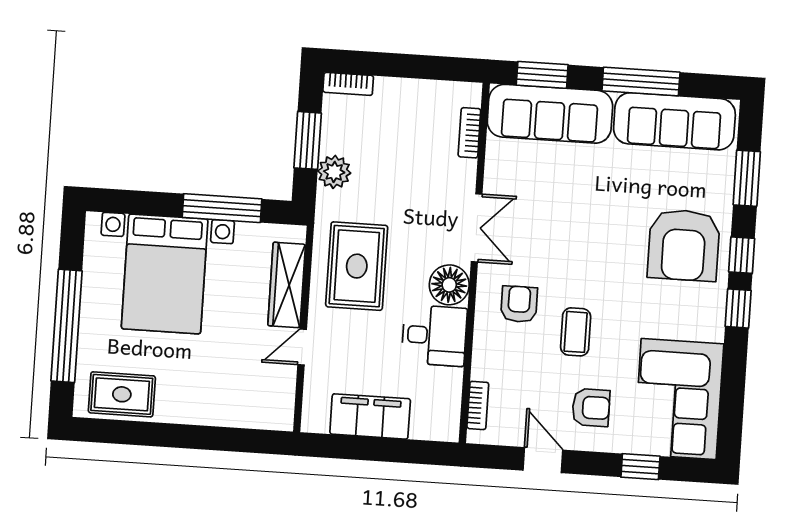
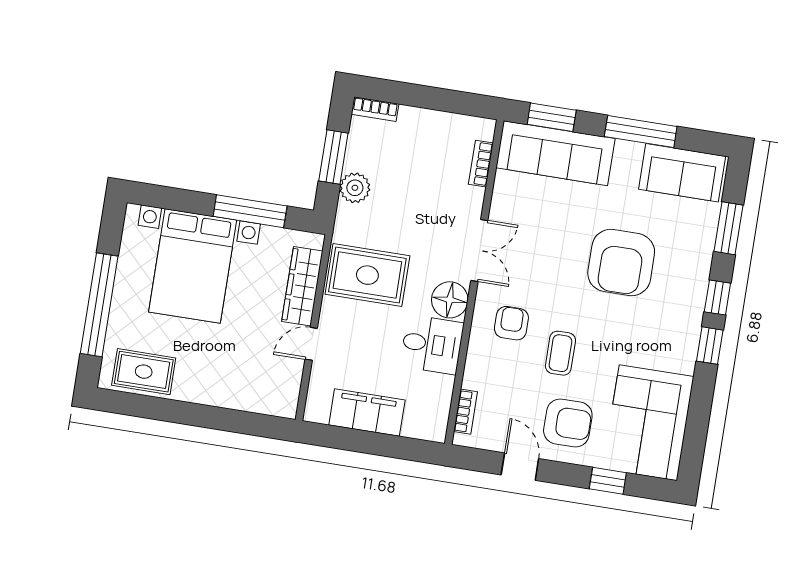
sofa: (674, 121) -> (682, 173), width x0.73
armchair: (684, 245) -> (621, 263), moved
rug: (357, 266) -> (367, 275), turned 90
armchair: (591, 407) -> (568, 423), width x1.38, depth x1.38

